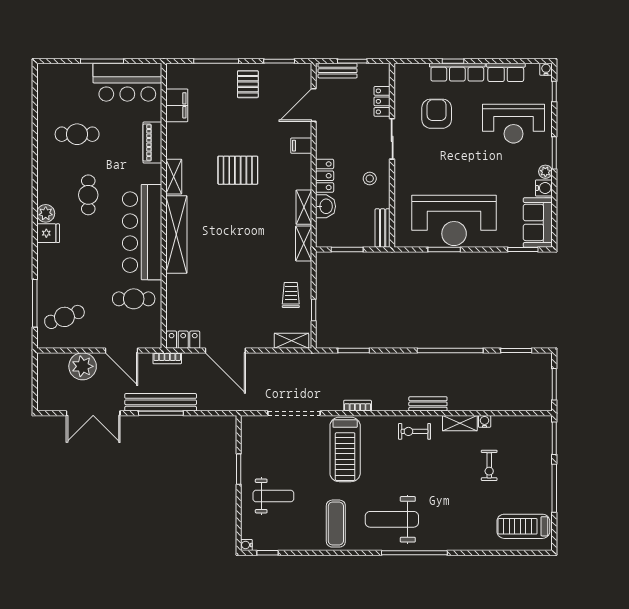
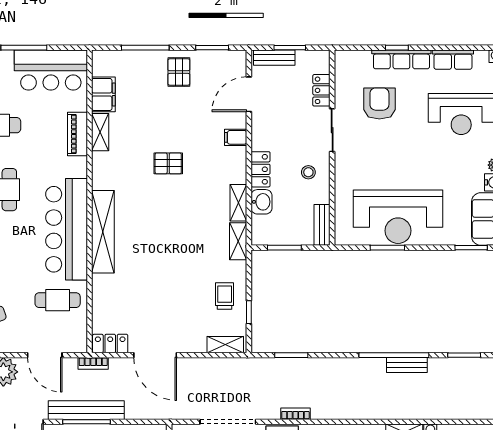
pallet: (238, 170) -> (168, 163), width x0.67, depth x0.71
shelving: (174, 177) -> (100, 132), moved
bench: (428, 404) -> (407, 365), moved

